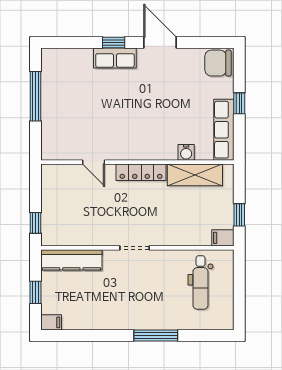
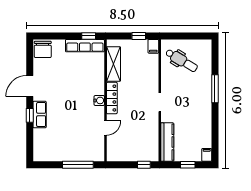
window: (35, 96) -> (78, 165), moved
window: (239, 103) -> (89, 36), moved
water cooler: (186, 152) -> (99, 100), moved
dental chair: (201, 283) -> (182, 60), turned 31

